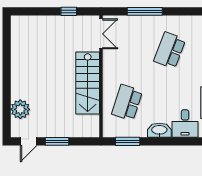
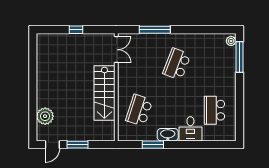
window: (69, 11) -> (76, 30), moved
window: (128, 141) -> (153, 145), moved

